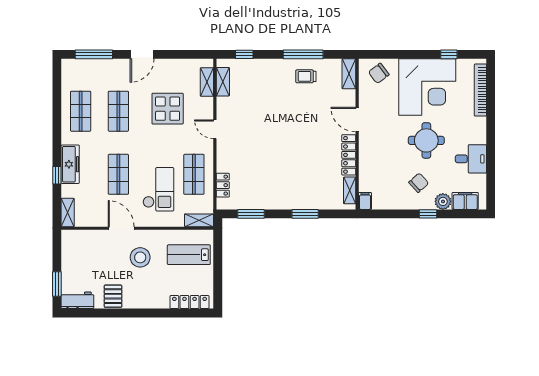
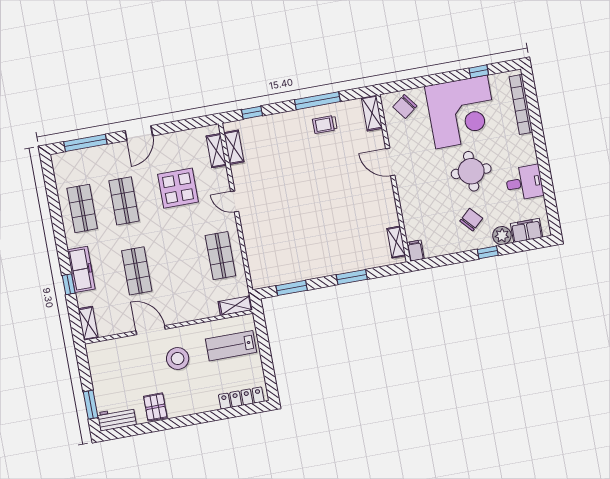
locker: (349, 155) -> (388, 203), removed
locker: (223, 185) -> (255, 262), removed
checkout: (158, 189) -> (184, 279), removed

